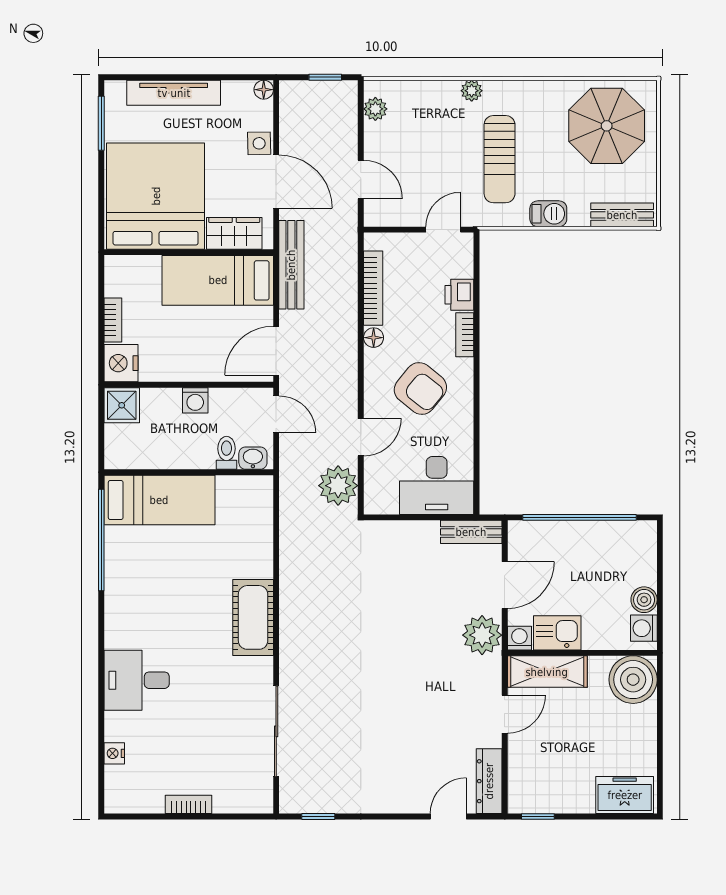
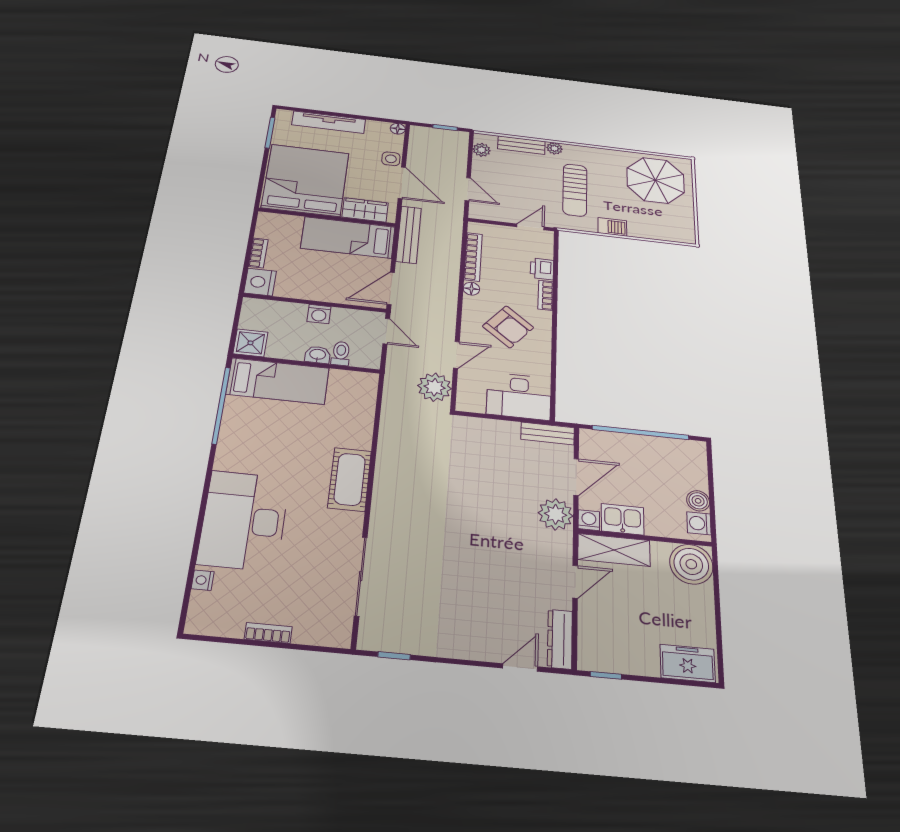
bench: (622, 215) -> (521, 145), moved
shower: (122, 405) -> (250, 343), moved
washbasin: (253, 458) -> (318, 355), moved
desk: (137, 680) -> (244, 521), width x1.87, depth x1.30

